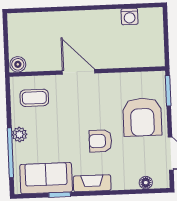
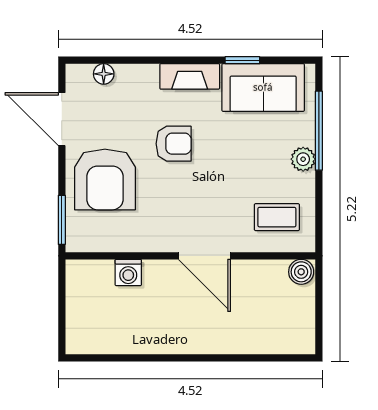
washing machine: (130, 17) -> (128, 272), moved, turned 180
armchair: (142, 117) -> (105, 179), turned 180

